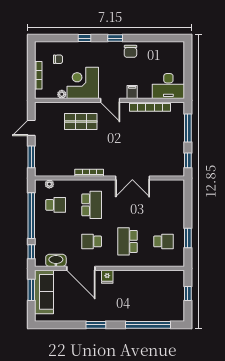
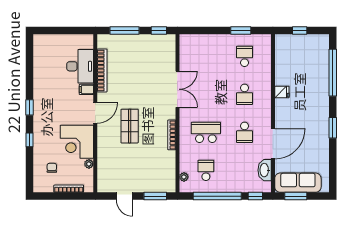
chair: (130, 51) -> (43, 91), removed
desk: (168, 86) -> (80, 66), moved
shop shelf: (81, 121) -> (130, 126), moved
school desk: (128, 241) -> (245, 94), width x0.54
fridge: (107, 277) -> (282, 92), moved

